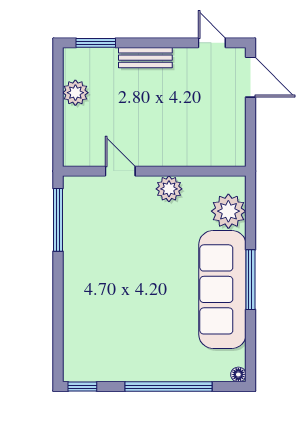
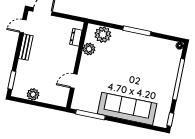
bench: (145, 58) -> (26, 47), moved
dresser: (212, 157) -> (76, 37), added
plant: (169, 189) -> (89, 49), moved
sofa: (222, 289) -> (127, 109), moved, turned 180

